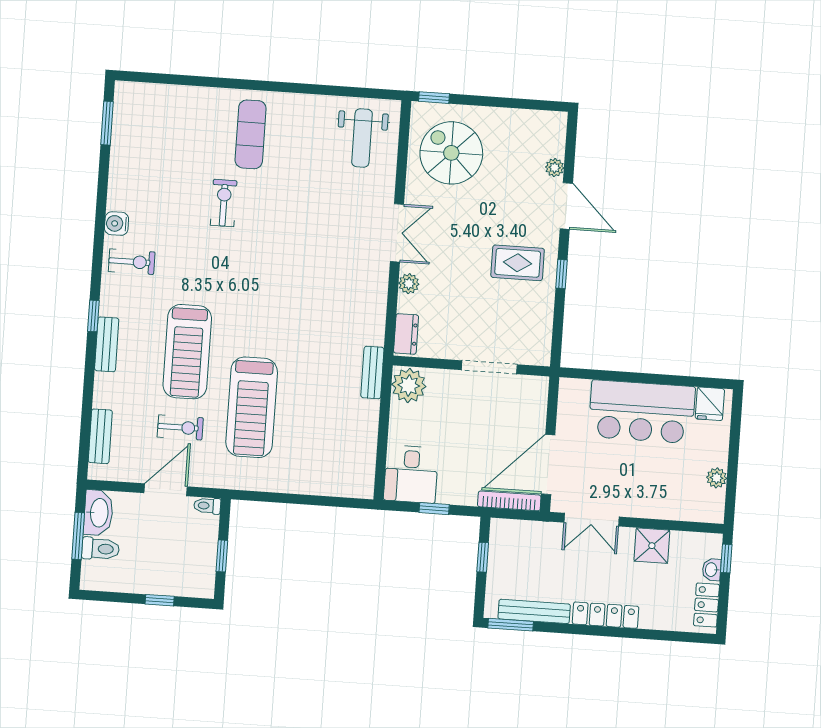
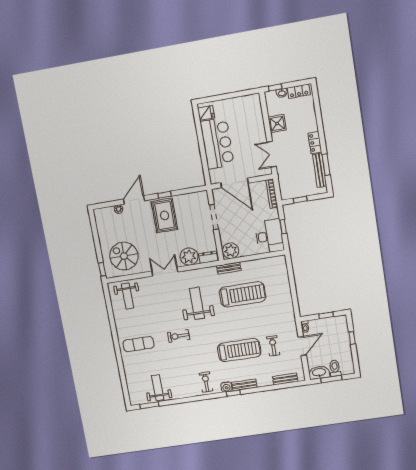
weight bench: (362, 138) -> (128, 296), turned 90
weight bench: (143, 152) -> (158, 388), added
spiral stairs: (451, 153) -> (124, 256), turned 90
exercise bike: (224, 203) -> (179, 336), moved
water cooler: (116, 224) -> (226, 387), moved
rug: (518, 263) -> (165, 215), width x1.36, depth x1.43
plant: (409, 284) -> (189, 257), width x1.87, depth x1.87
weight bench: (312, 285) -> (197, 303), added
treadmill: (252, 407) -> (243, 294), moved
door: (548, 465) -> (234, 183), moved
desk: (411, 474) -> (269, 236), width x1.37
plant: (717, 478) -> (239, 101), removed
door: (166, 490) -> (302, 346), swing flipped
double door: (591, 520) -> (272, 154), swing flipped
locker: (606, 615) -> (315, 142), width x0.66
window: (511, 625) -> (326, 165), moved

